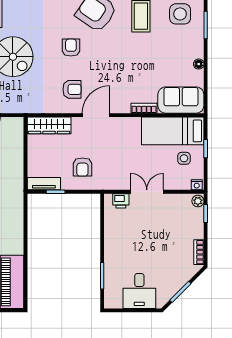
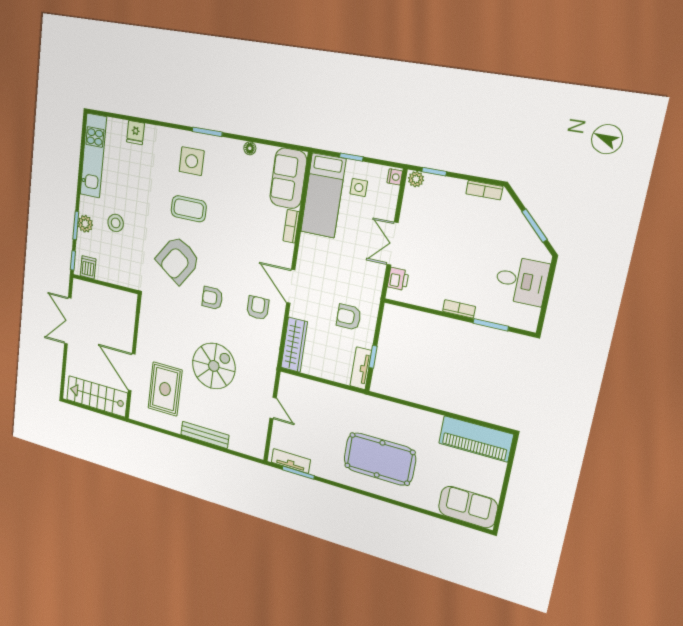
armchair: (82, 167) -> (349, 317), turned 180
bookcase: (109, 251) -> (459, 309), added

